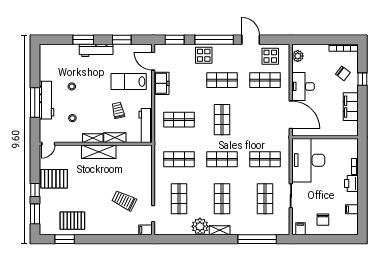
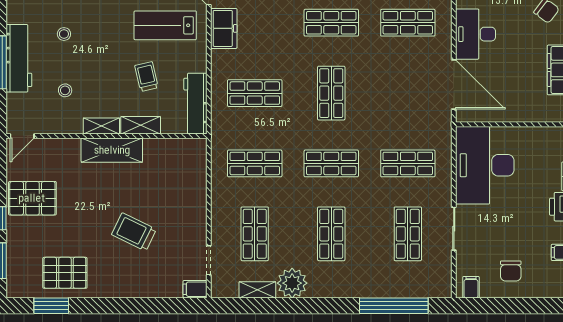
trolley: (124, 201) -> (134, 232), moved
shelving: (220, 230) -> (257, 290), moved

